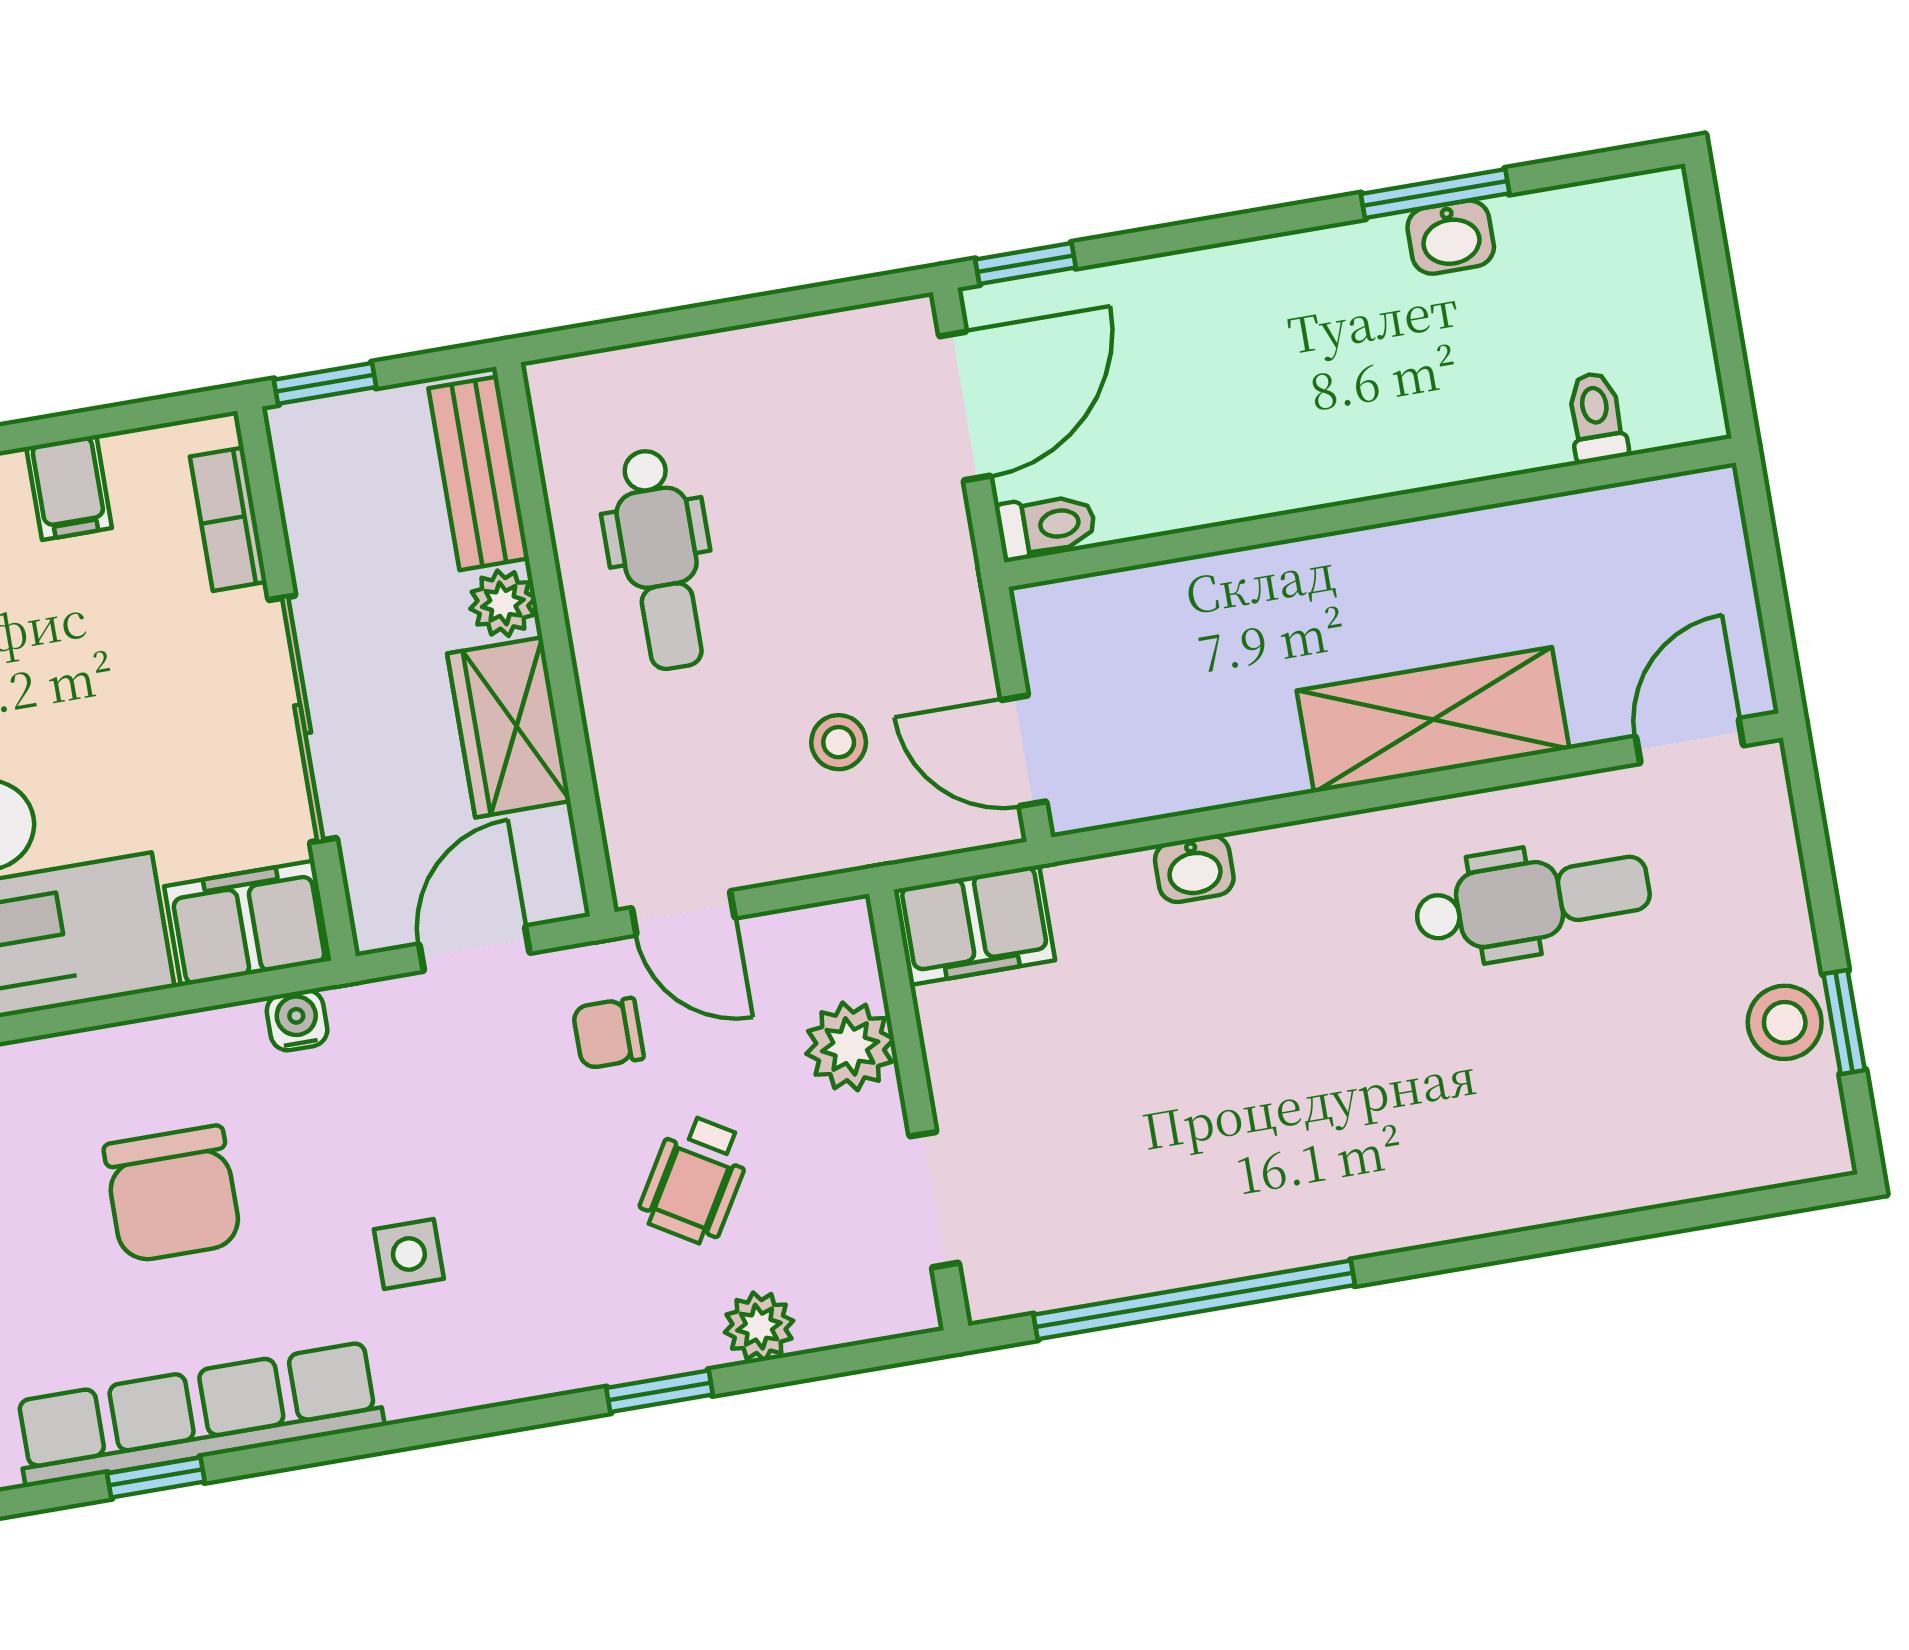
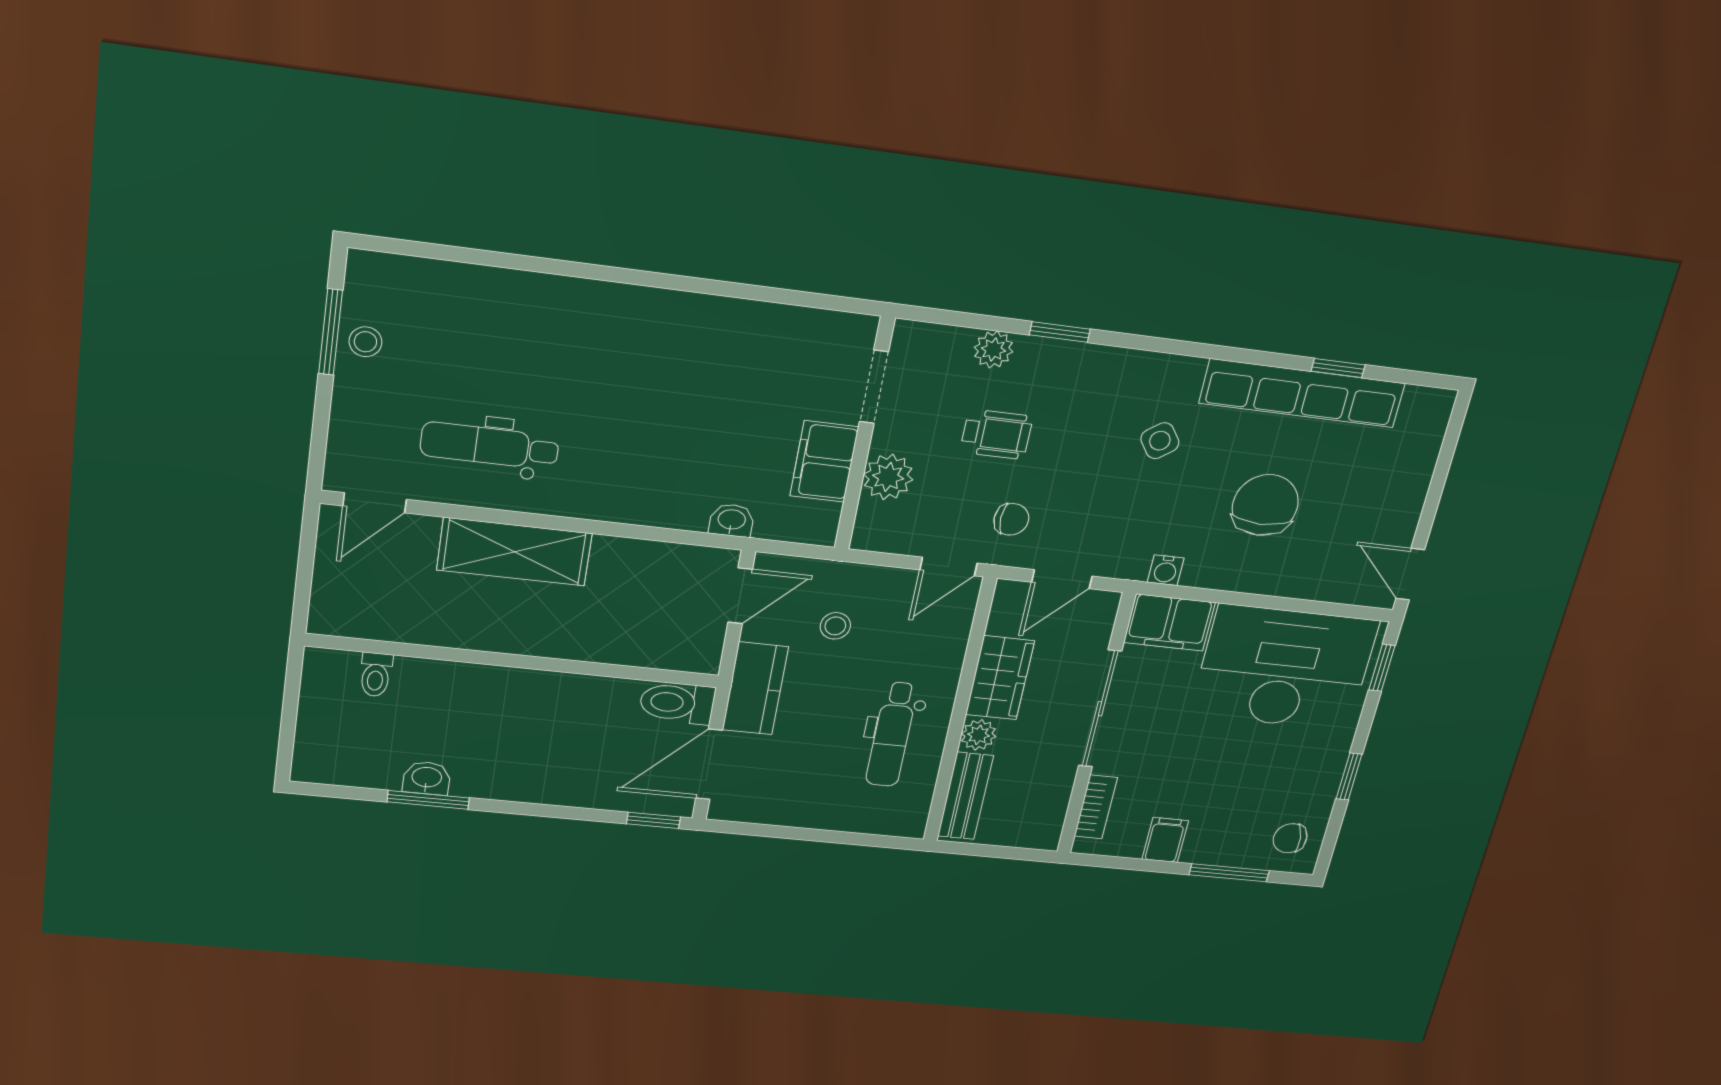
window: (325, 383) -> (1023, 854), removed
toilet: (1046, 526) -> (677, 703), width x1.37, depth x1.39
dental chair: (660, 559) -> (892, 734), turned 180
kitchen counter: (935, 580) -> (755, 689), added
door: (1024, 751) -> (740, 596), hinge flipped
washbasin: (1194, 869) -> (732, 520), moved
door: (683, 913) -> (948, 567), swing flipped
filing cabinet: (975, 925) -> (824, 461), moved, turned -90
stool: (1785, 1022) -> (365, 342), width x0.73, depth x0.73
window: (1844, 1022) -> (331, 332), width x1.50
wheelchair: (695, 1179) -> (996, 434), turned 59
side table: (409, 1254) -> (1160, 441), turned -36
window: (1194, 1300) -> (752, 292), removed

